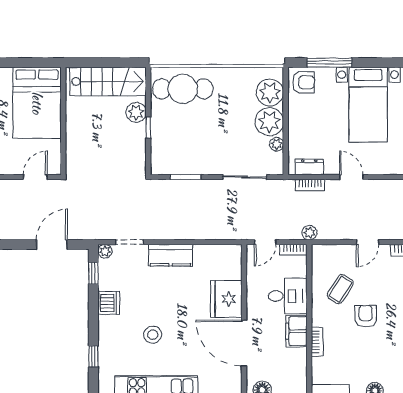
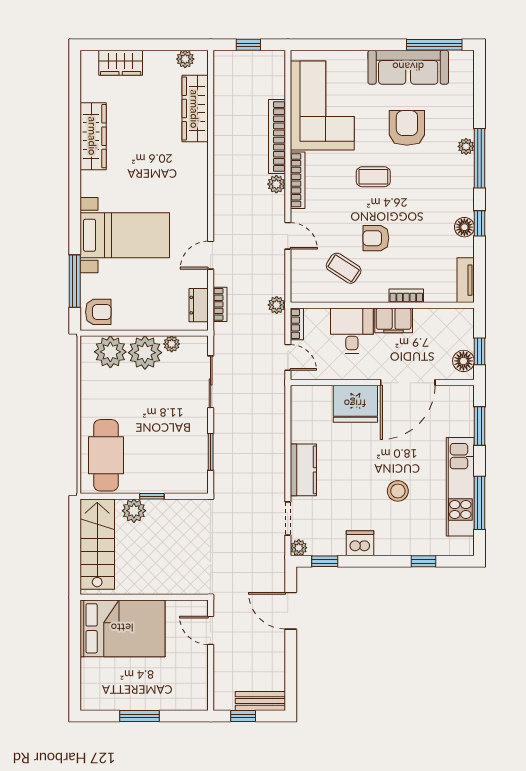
armchair: (303, 82) -> (98, 312), turned 90

